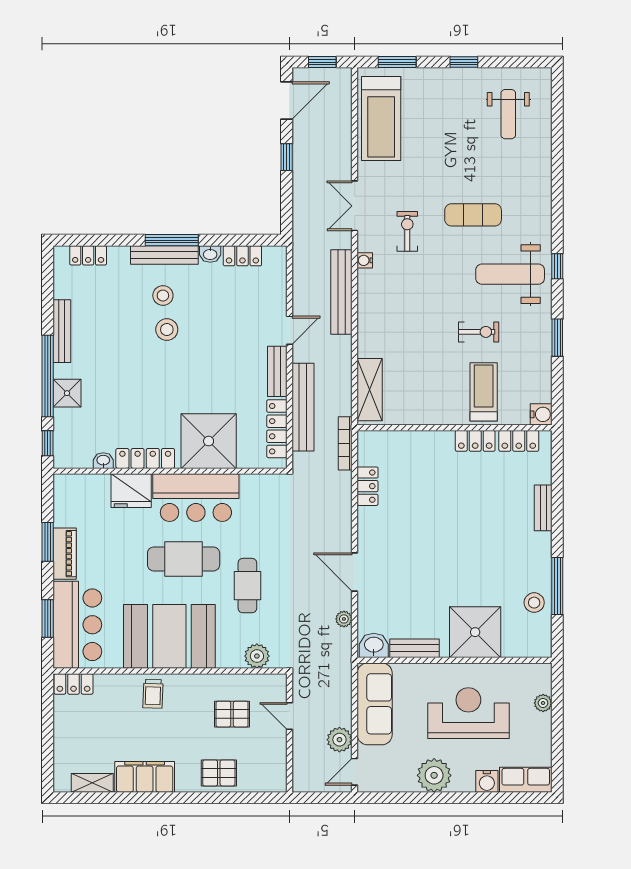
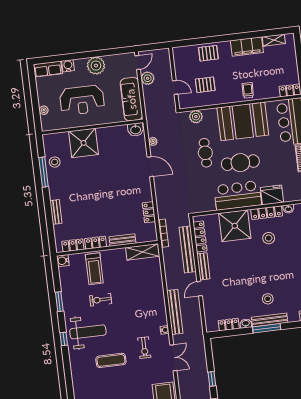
stool: (167, 330) -> (269, 238), moved
shelving: (370, 390) -> (143, 252), moved, turned 90
bench: (415, 648) -> (122, 240), moved

